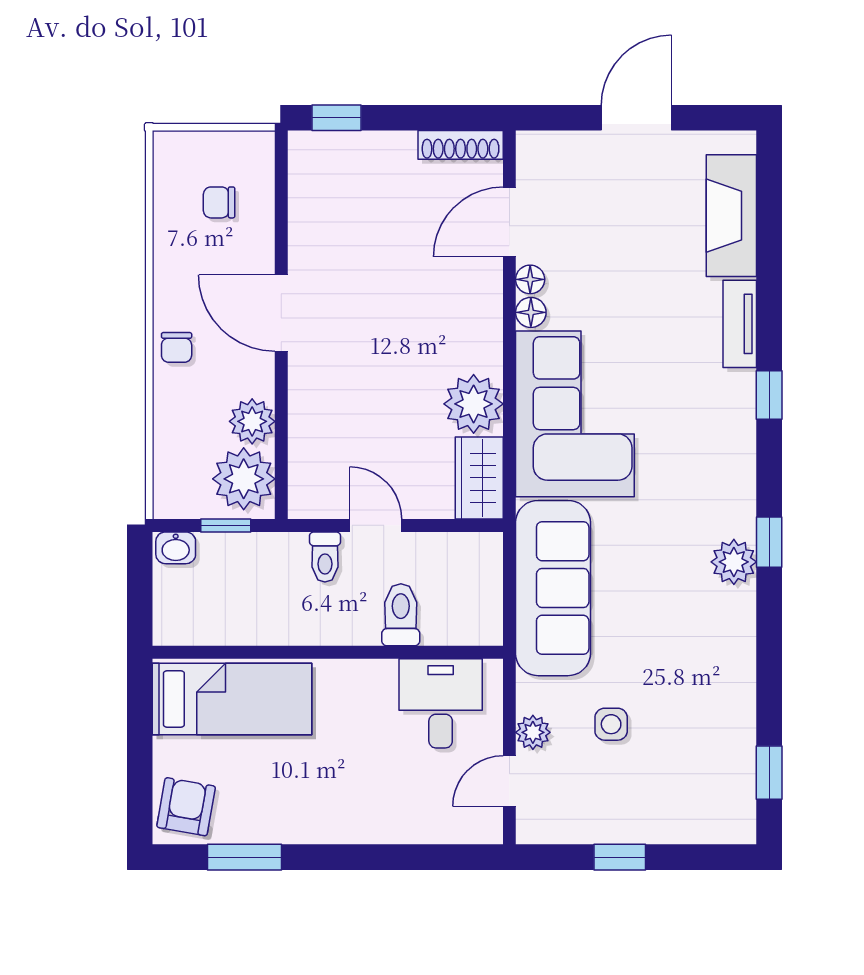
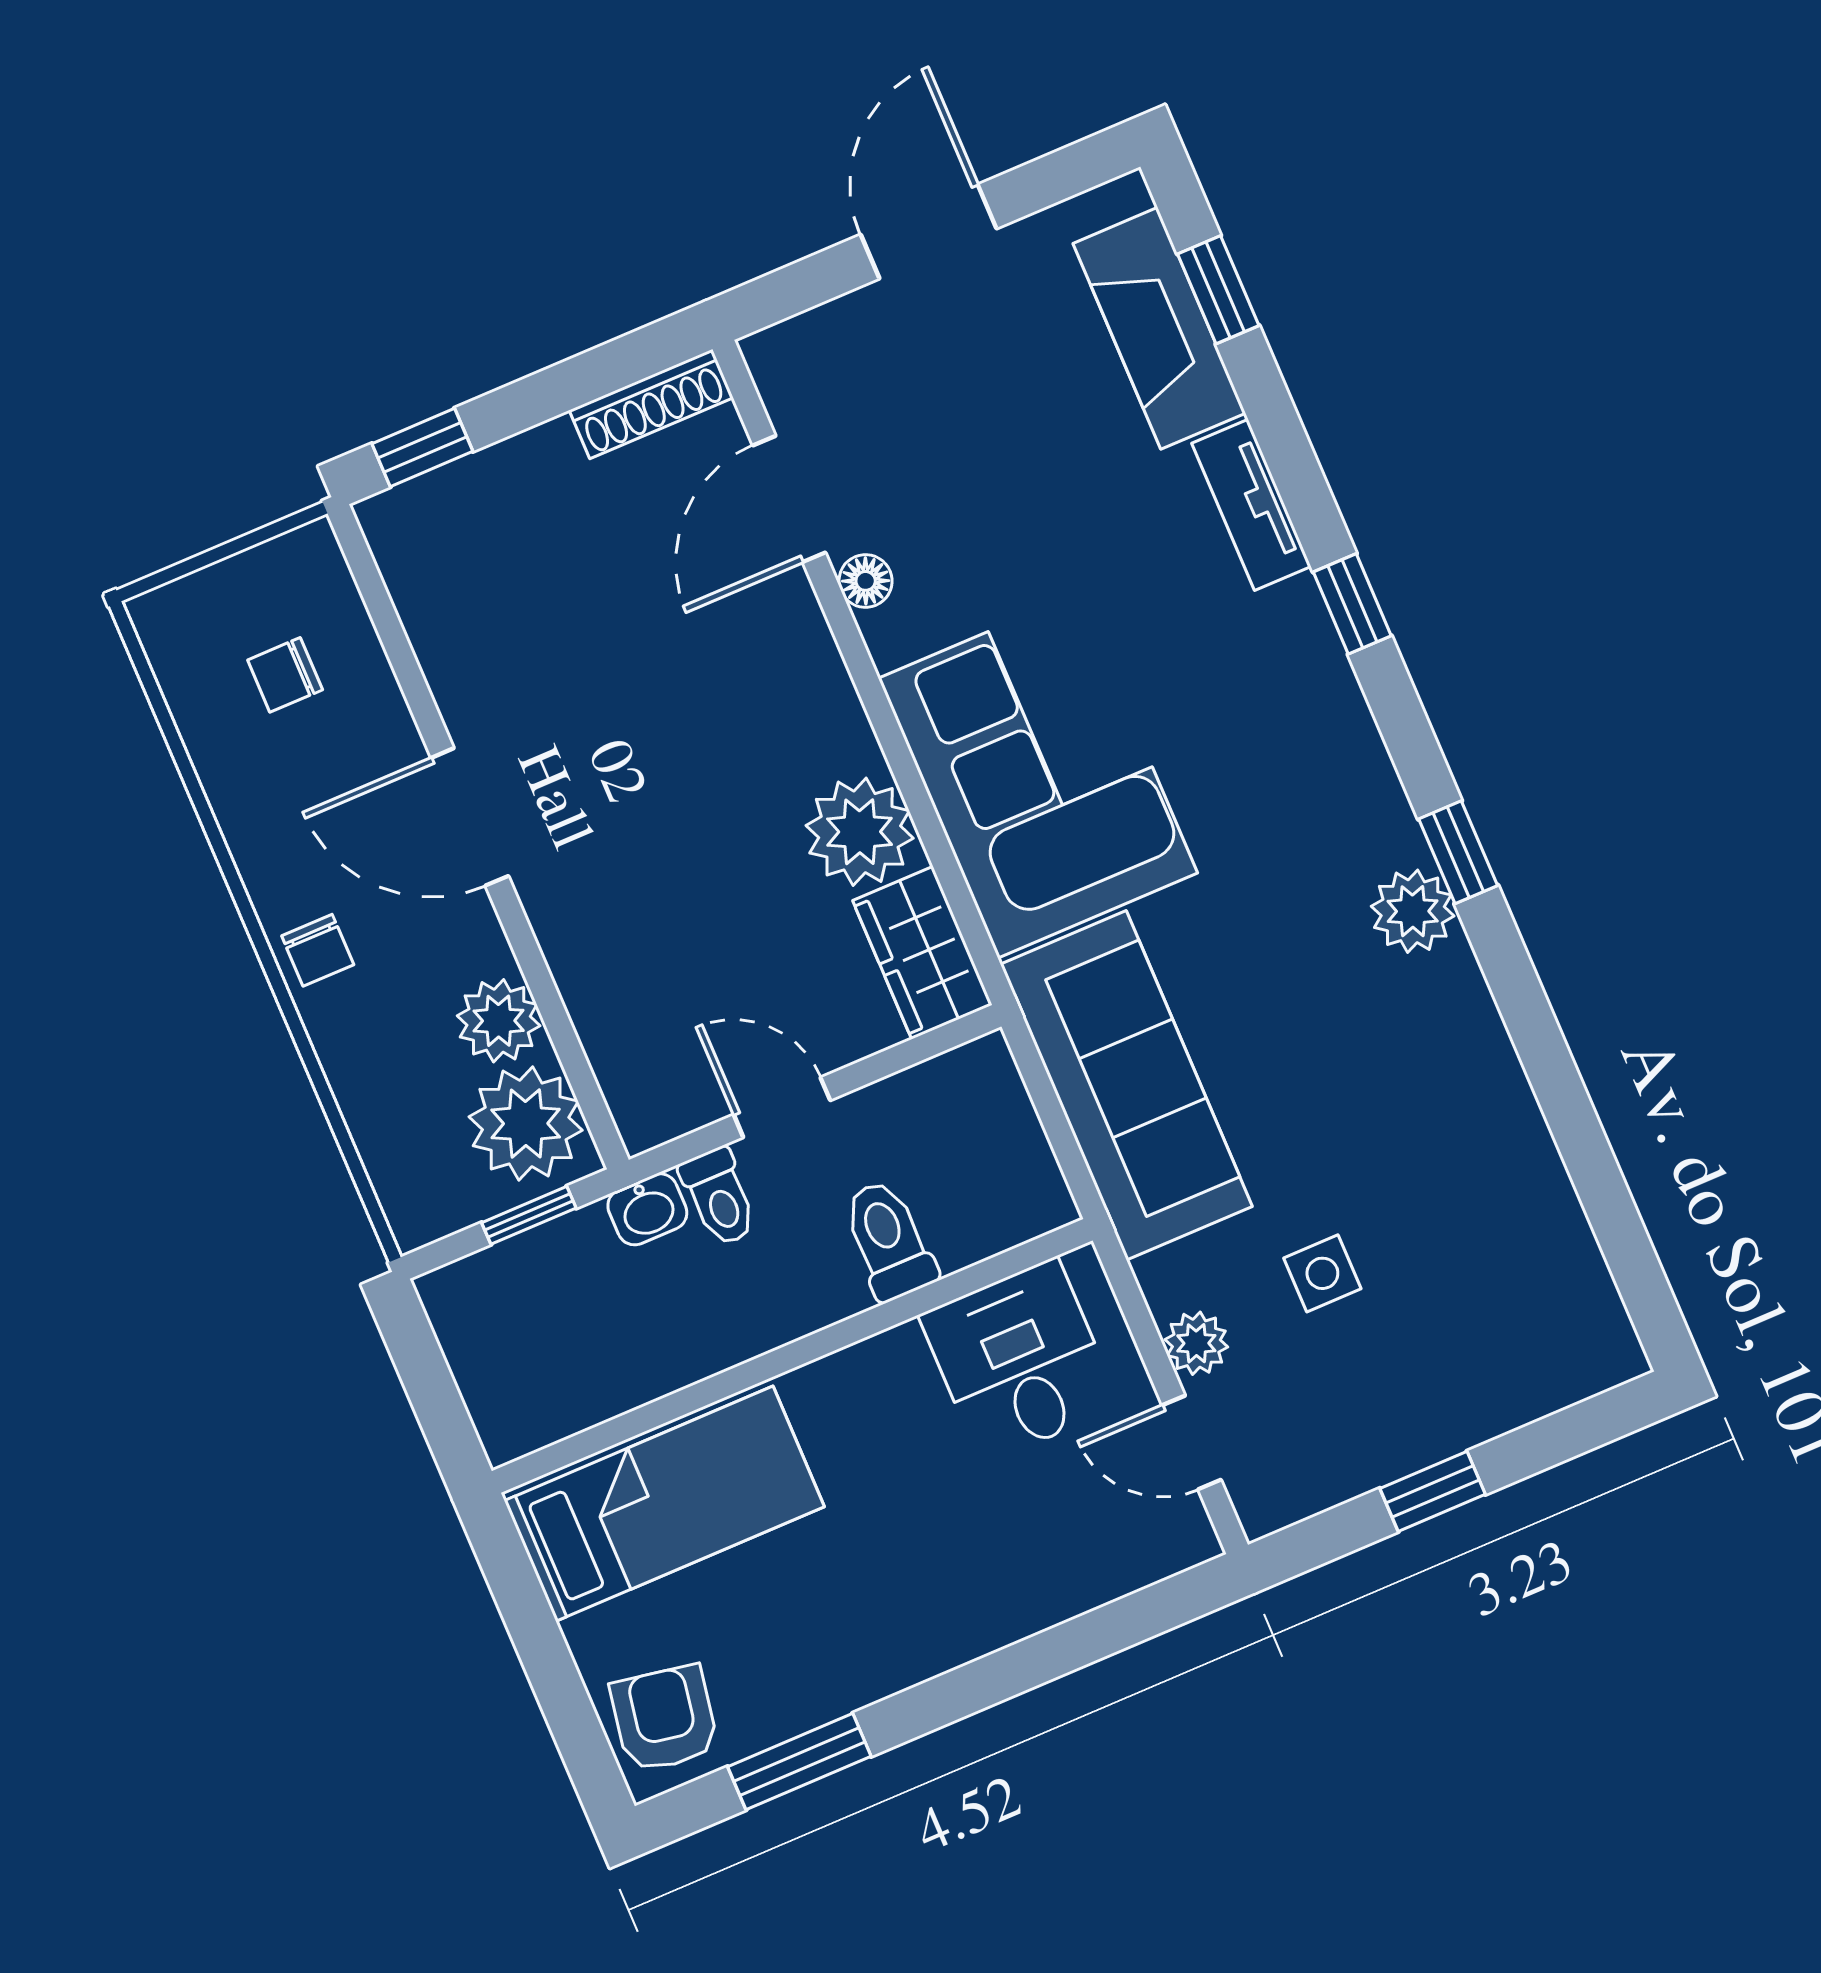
floor lamp: (531, 312) -> (890, 636), removed
washbasin: (176, 548) -> (647, 1209), moved
window: (769, 773) -> (1218, 290), moved
door: (509, 781) -> (1192, 1442), hinge flipped

